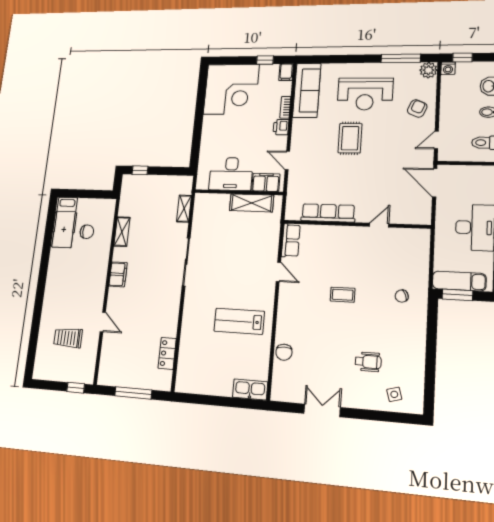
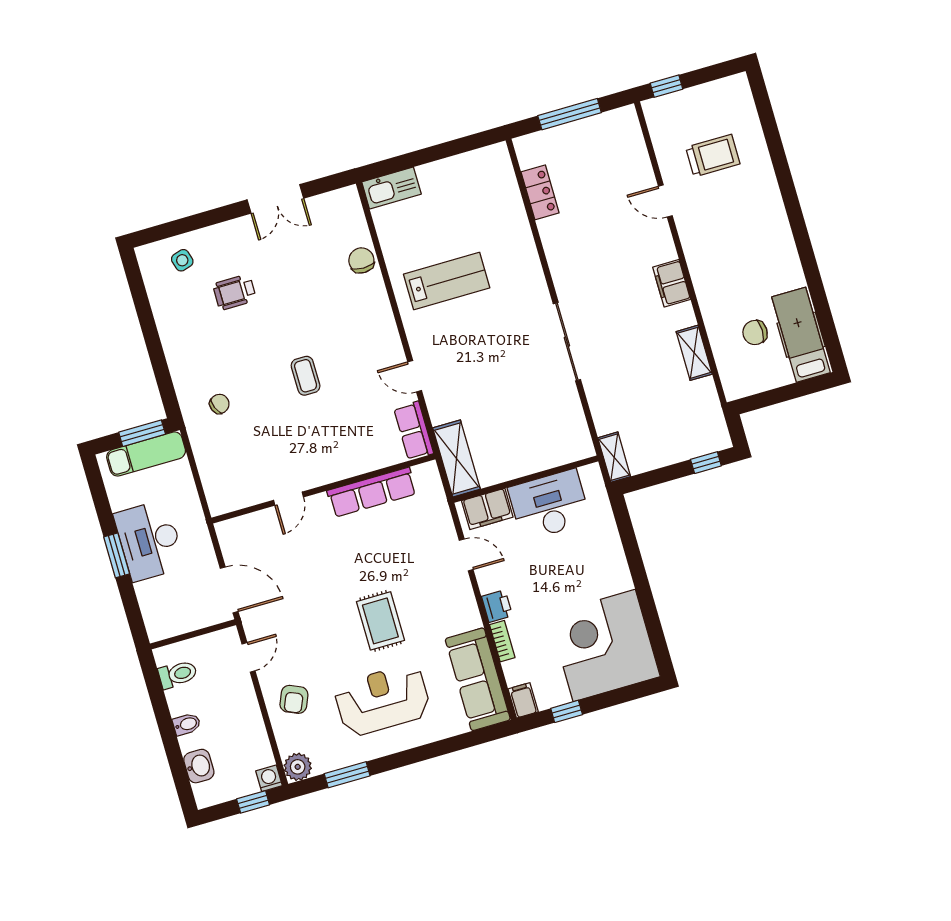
window: (401, 58) -> (347, 775), width x0.69
shelving: (252, 203) -> (456, 458), moved, turned 90
shelving: (184, 209) -> (614, 457), moved
coffee table: (343, 295) -> (306, 376), turned 90

